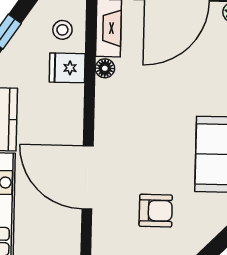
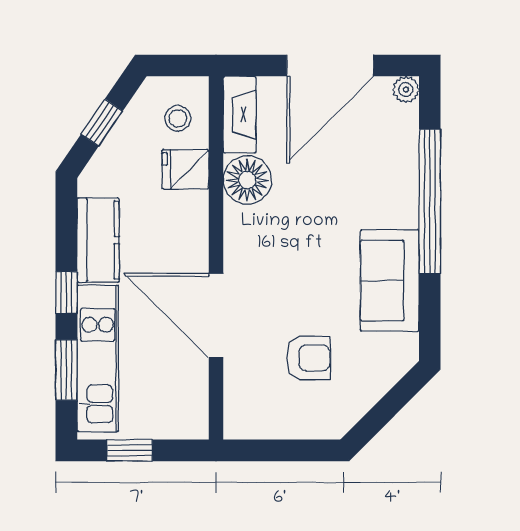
floor lamp: (105, 68) -> (247, 180), width x1.89, depth x1.89

